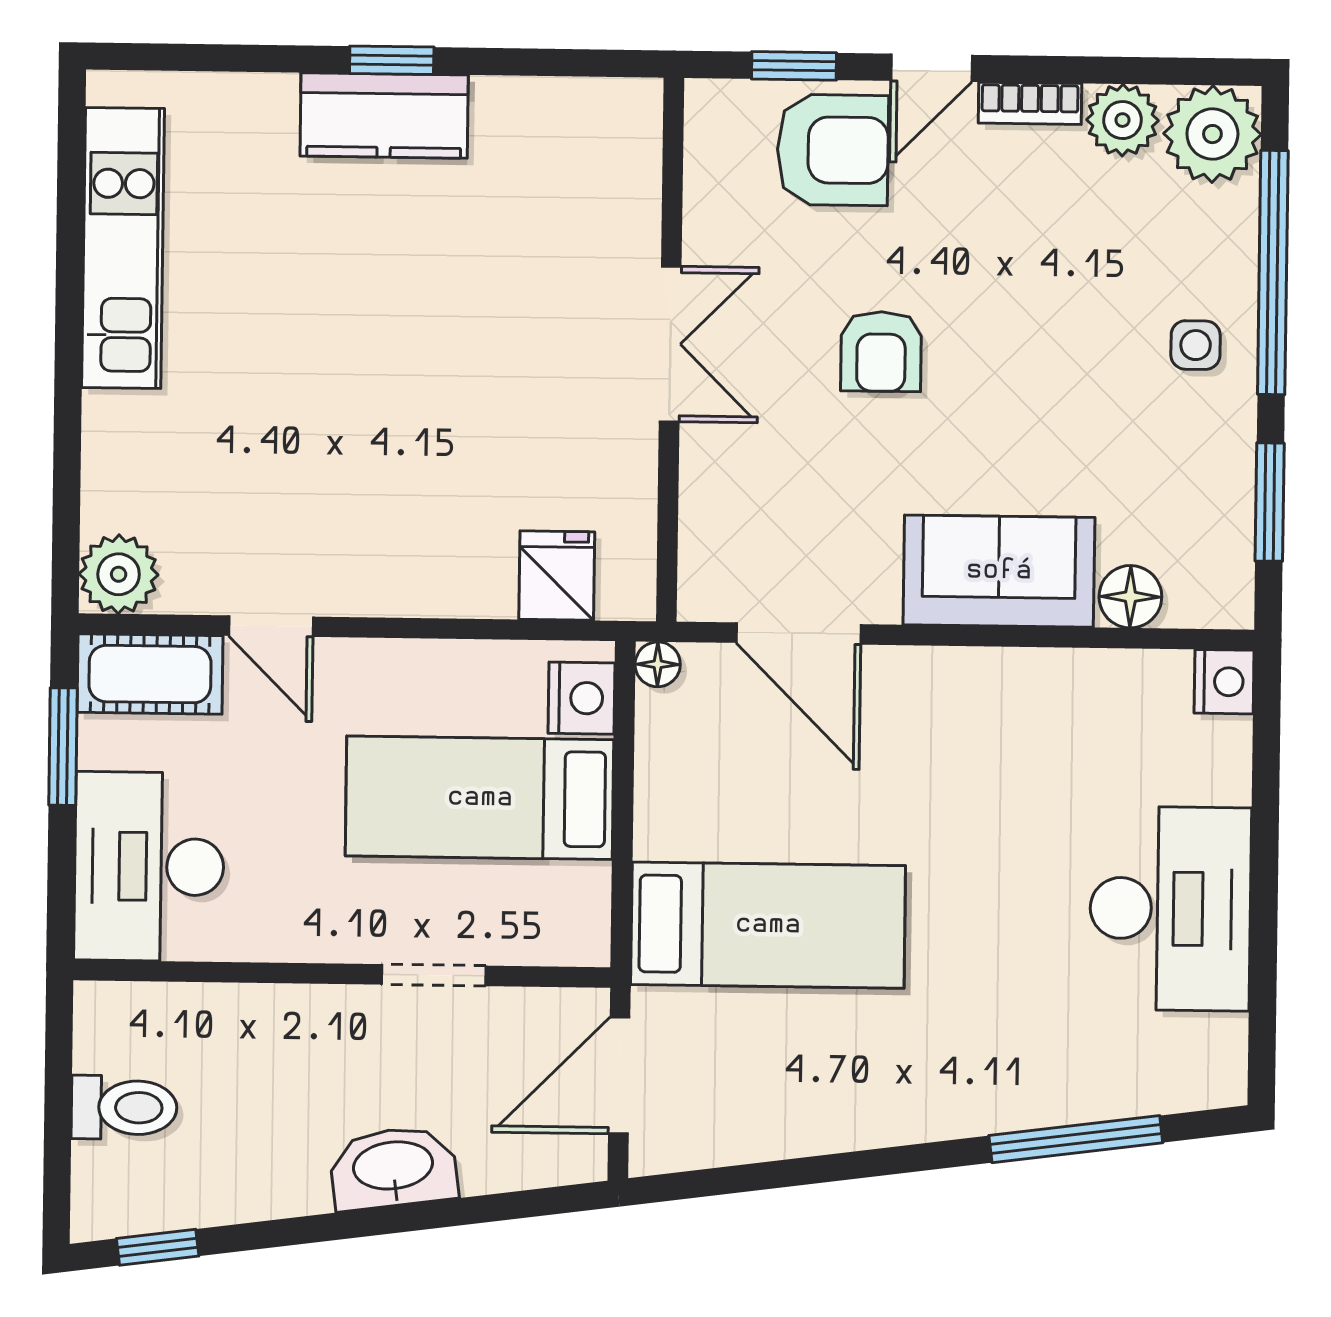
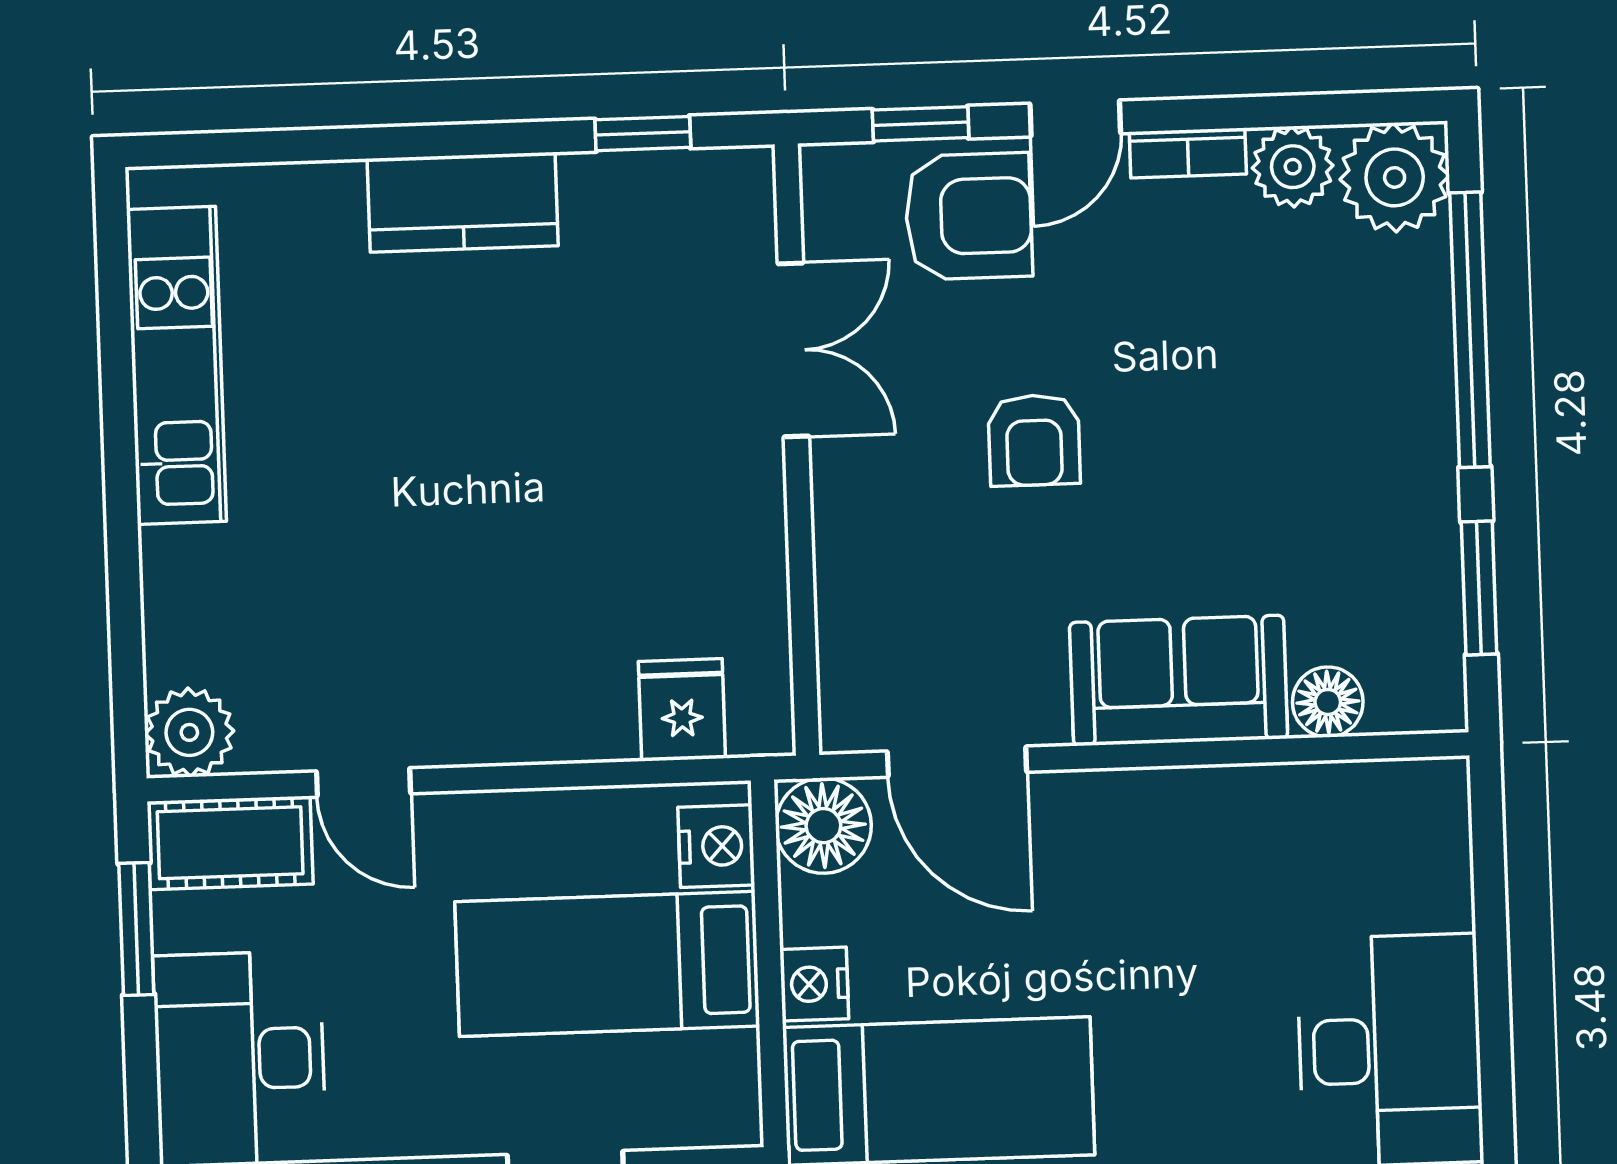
window: (392, 60) -> (643, 134), moved
double door: (670, 344) -> (793, 350), moved
side table: (1196, 345) -> (1387, 416), removed
floor lamp: (658, 664) -> (823, 826), width x1.89, depth x1.89
nightstand: (1224, 682) -> (814, 984), moved, turned 180

